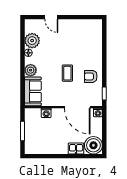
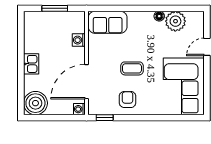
corner sofa: (81, 34) -> (184, 86), added
plant: (31, 70) -> (136, 19), removed
kitchen sink: (76, 149) -> (31, 64), moved

